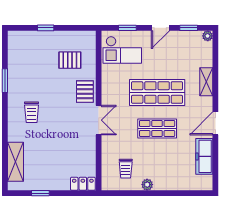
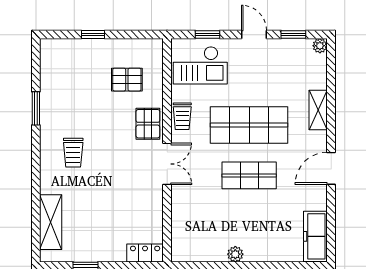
door: (161, 28) -> (254, 35), swing flipped
freezer: (204, 156) -> (315, 236), moved
trolley: (126, 169) -> (182, 116), moved

